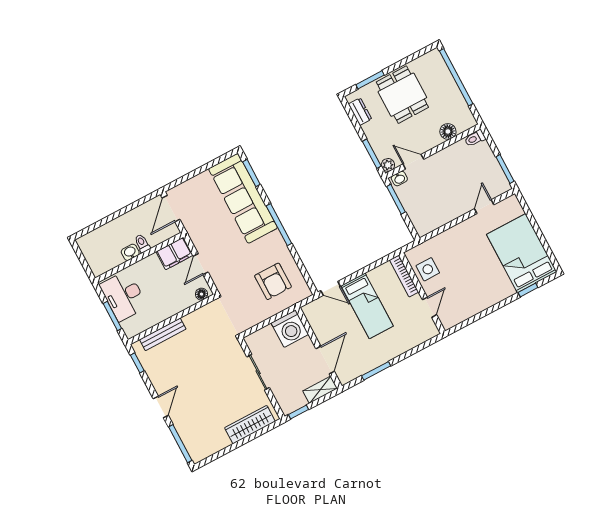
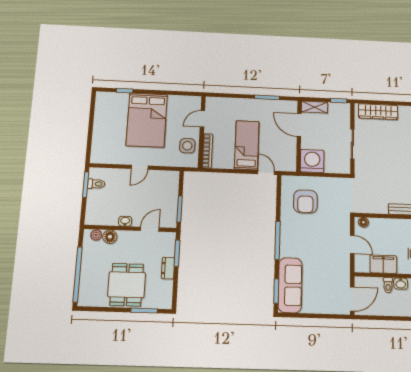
dresser: (360, 112) -> (168, 268), moved
toilet: (475, 138) -> (96, 184), moved
door: (413, 162) -> (150, 229), swing flipped
plant: (388, 165) -> (96, 235), moved
washbasin: (399, 178) -> (125, 221), moved
sofa: (243, 198) -> (290, 285), width x0.74, depth x0.79
door: (484, 207) -> (140, 167), moved
filing cabinet: (175, 253) -> (383, 264), moved
bed: (522, 253) -> (147, 120), moved
door: (201, 264) -> (352, 245), hinge flipped
armchair: (273, 281) -> (305, 201), turned 180
door: (325, 360) -> (299, 125), hinge flipped

